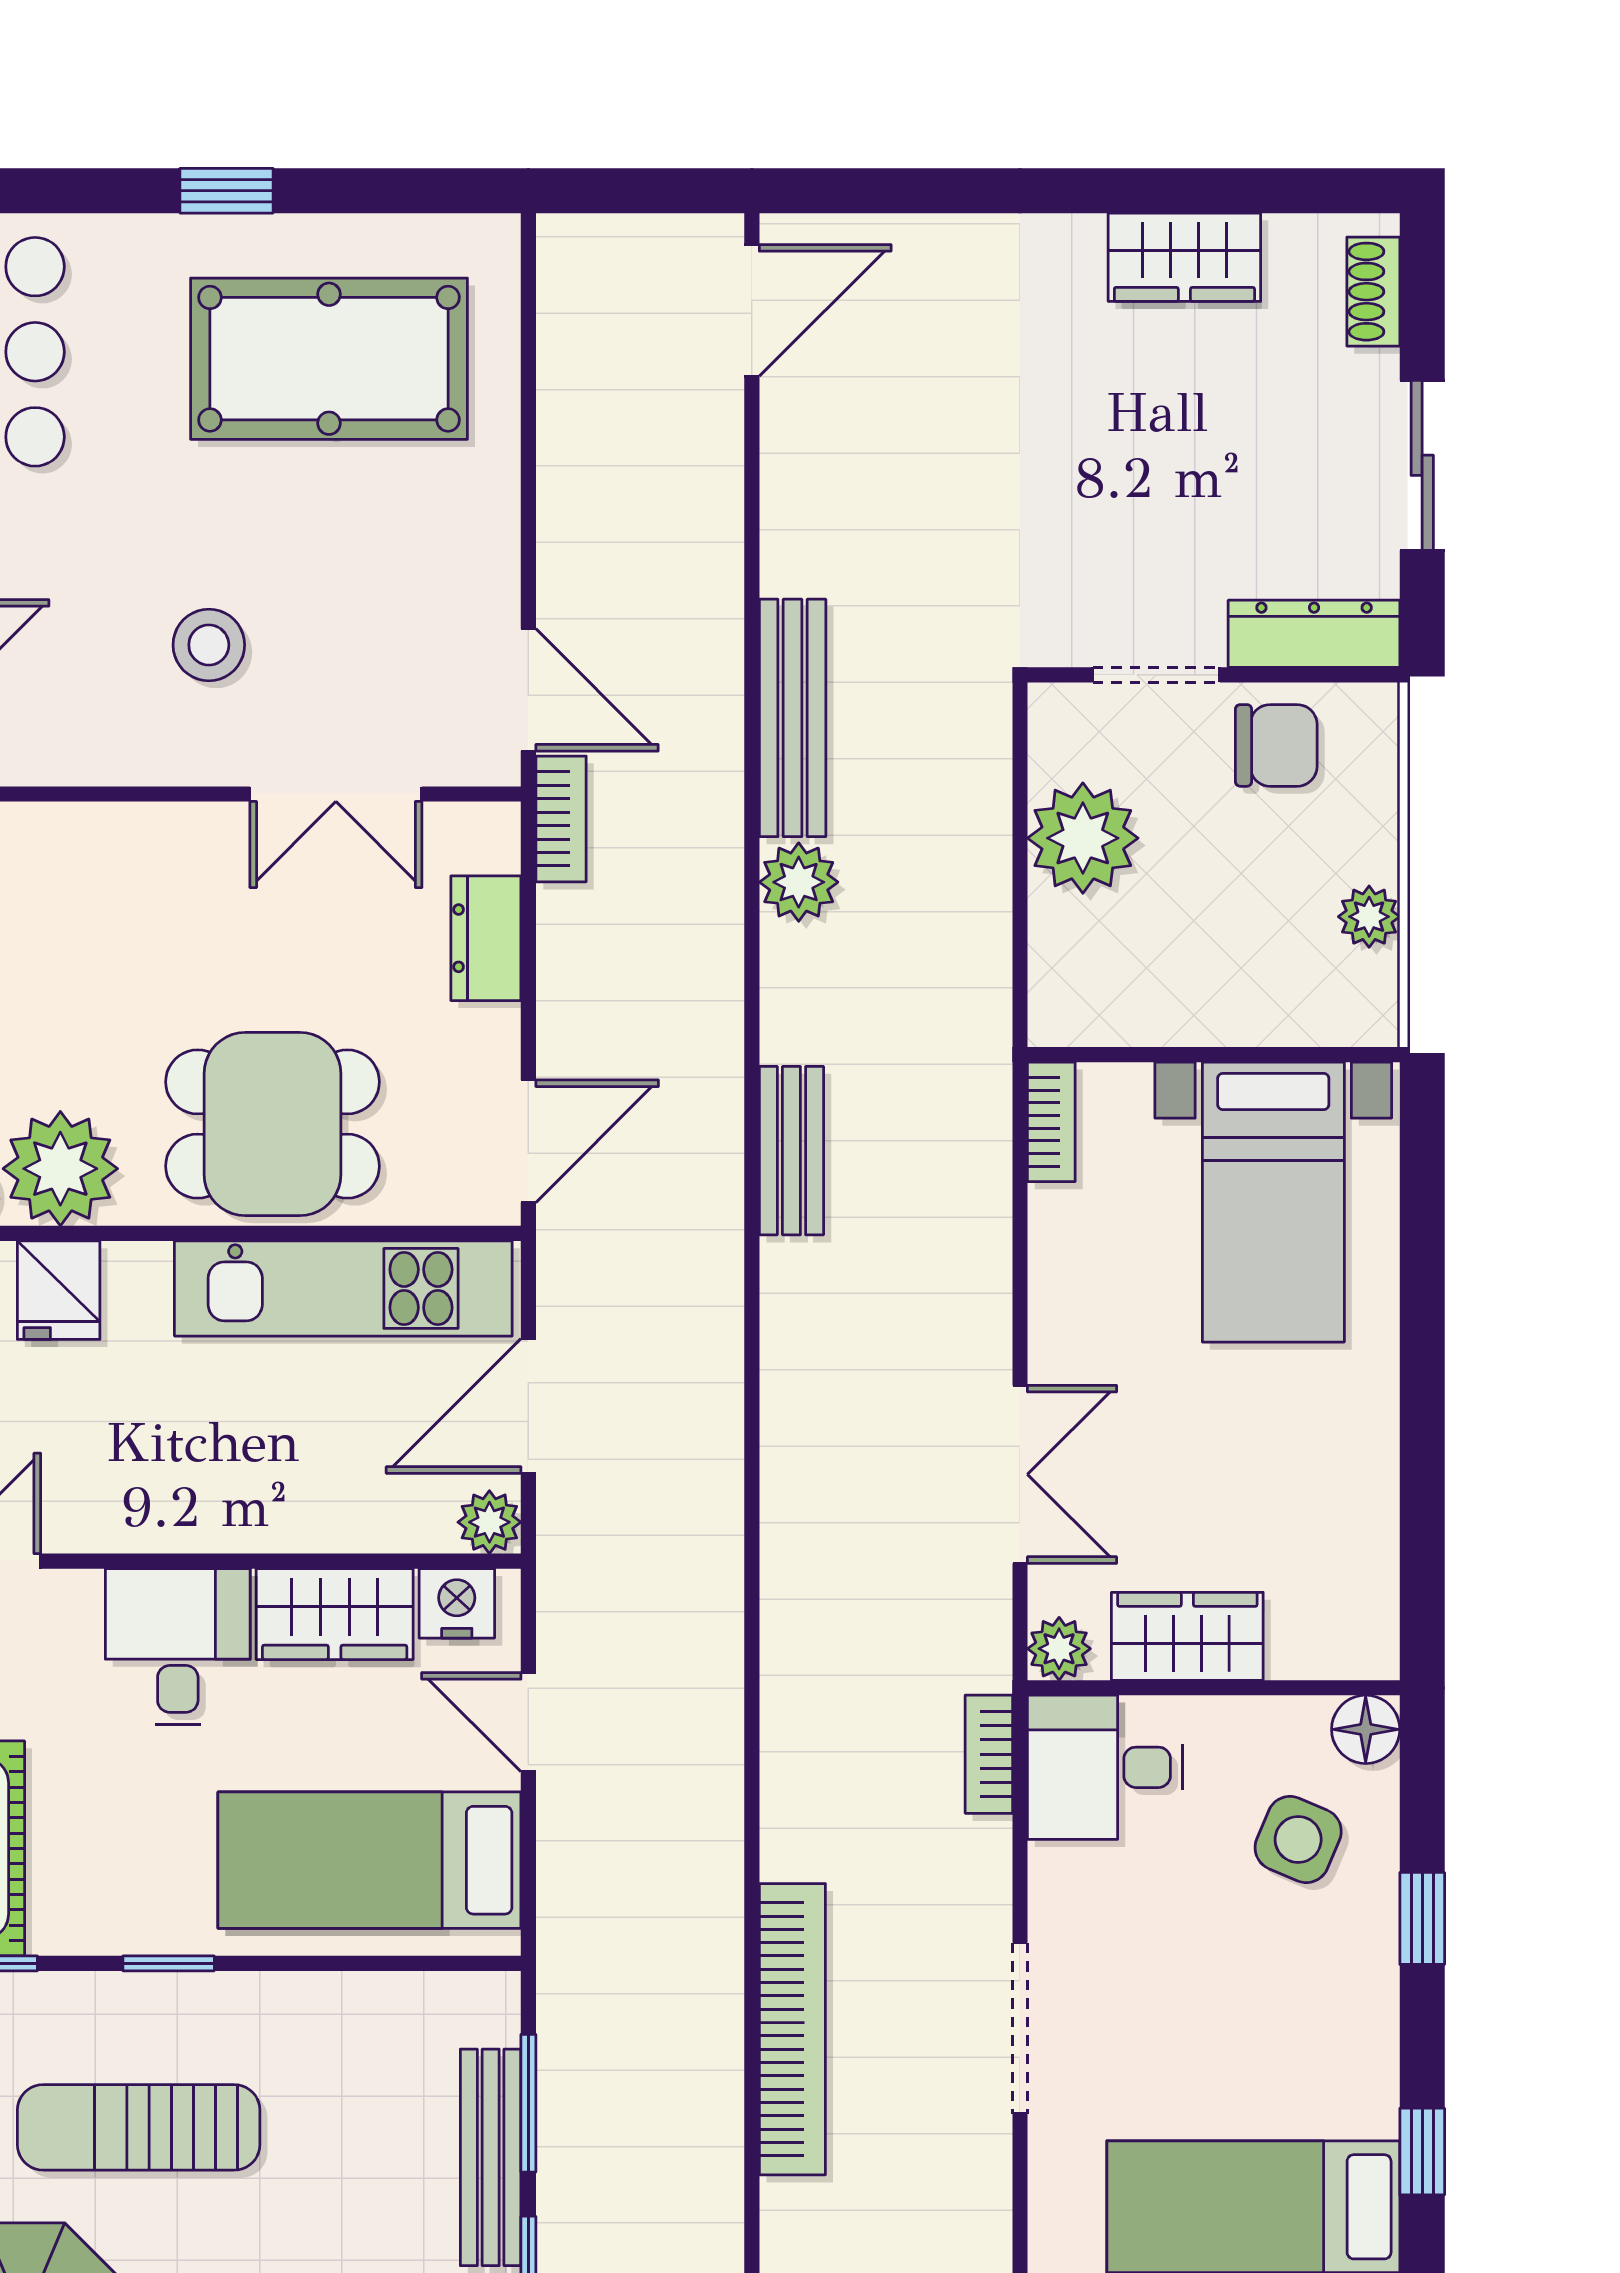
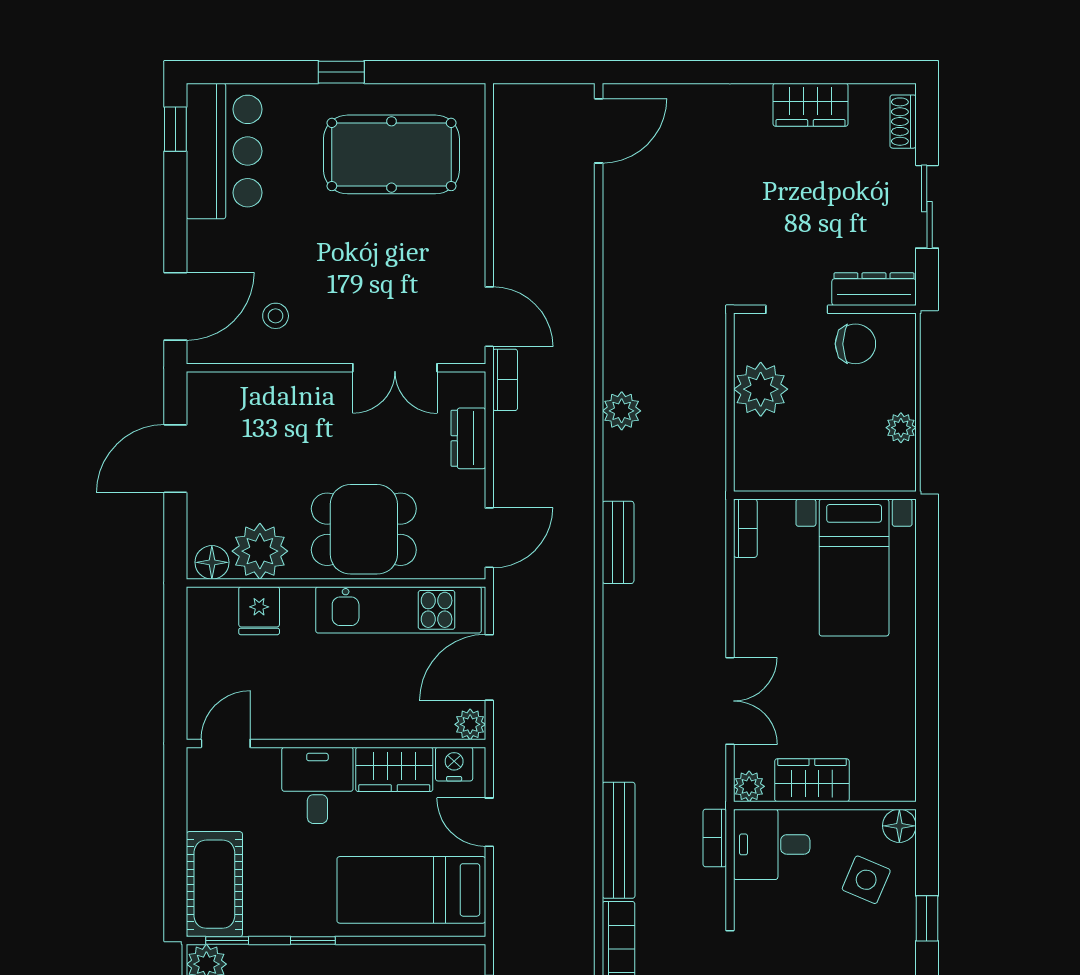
stool: (209, 645) -> (276, 316), moved, width x0.73, depth x0.73
bench: (793, 718) -> (619, 840), moved

